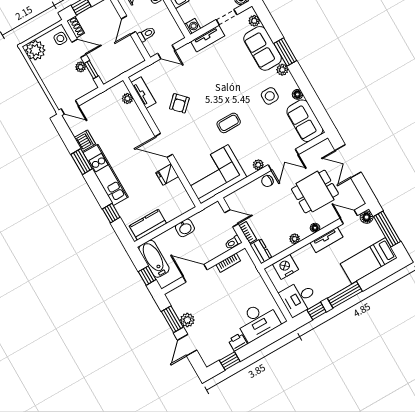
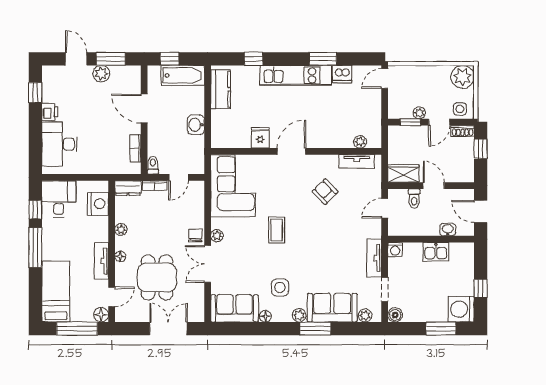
wardrobe: (132, 53) -> (403, 173), added
door: (195, 273) -> (144, 109), swing flipped

